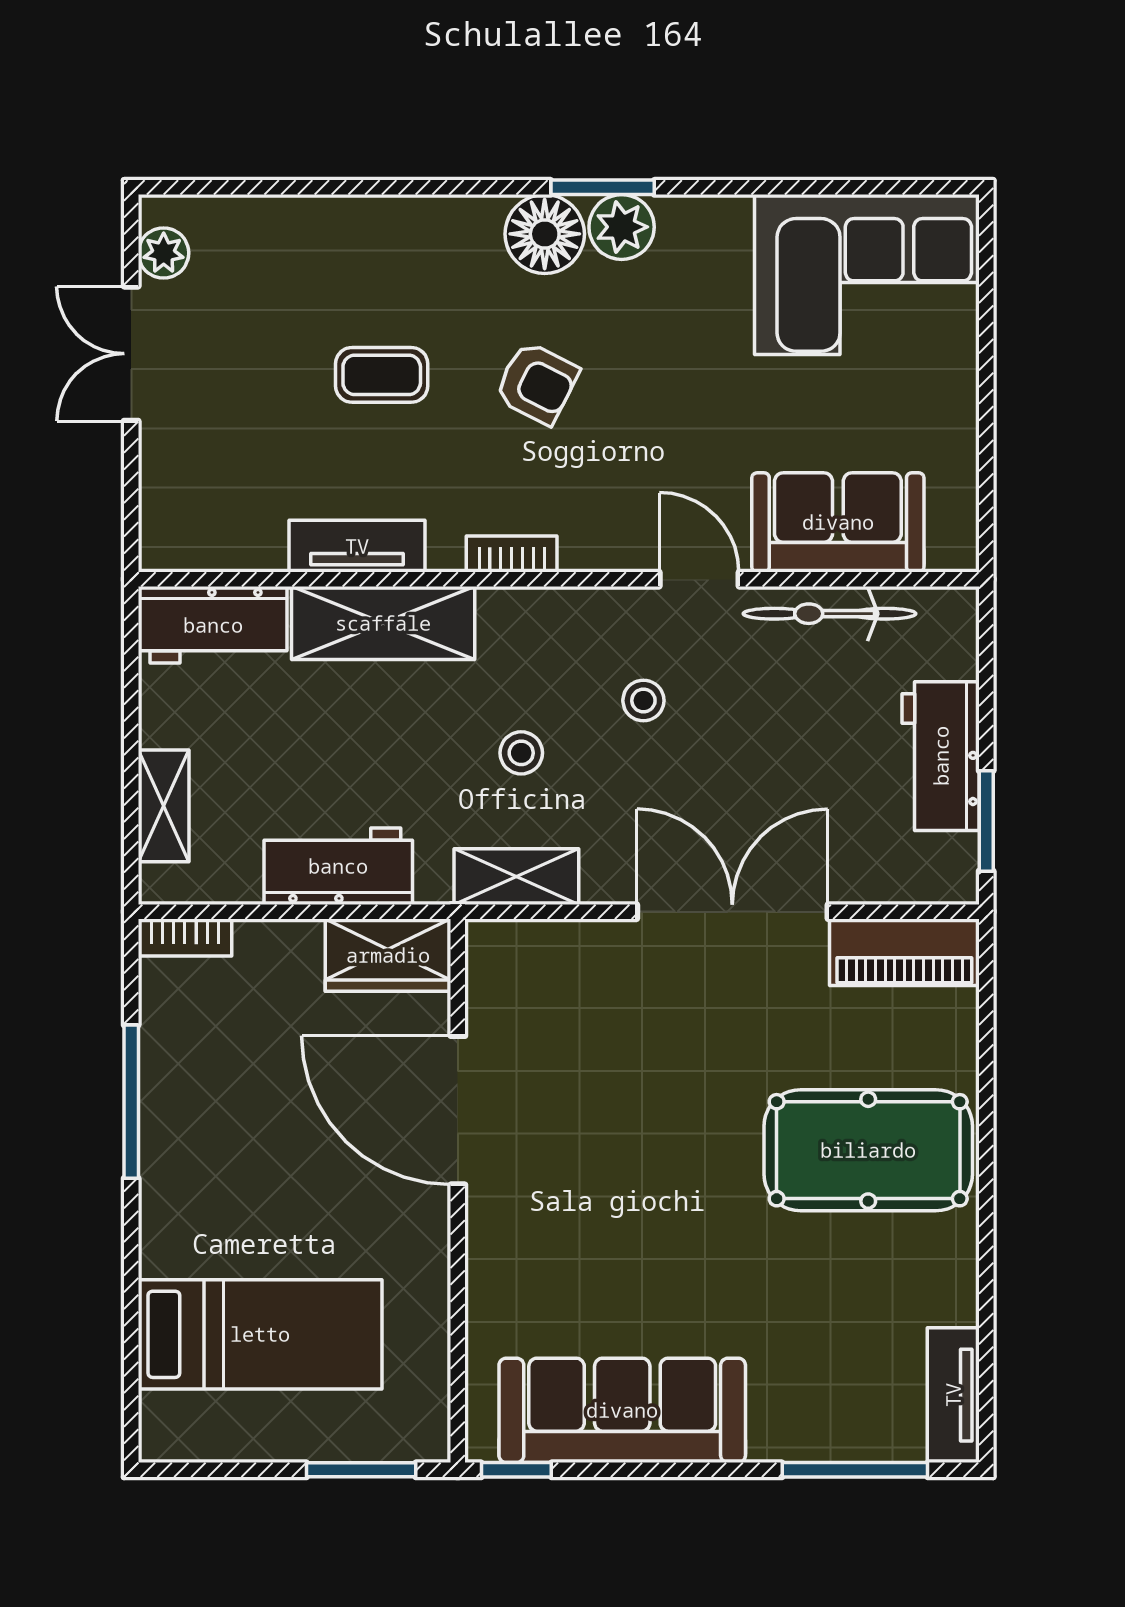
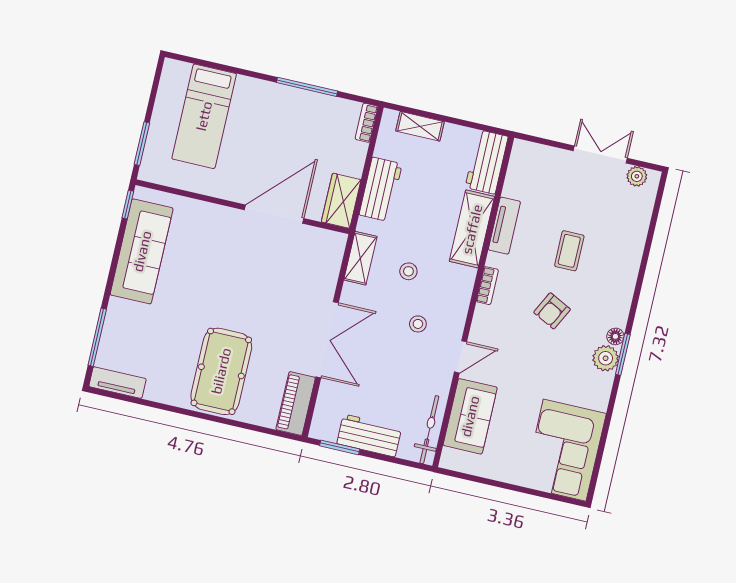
floor lamp: (545, 234) -> (615, 336), width x0.53, depth x0.53
bicycle: (829, 614) -> (429, 430), moved

